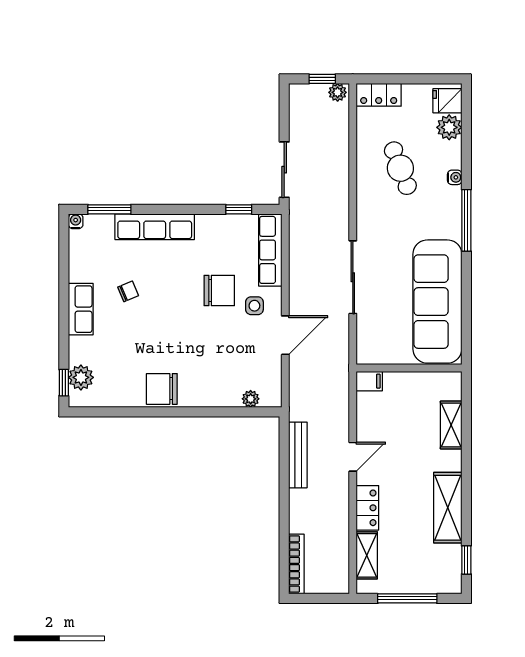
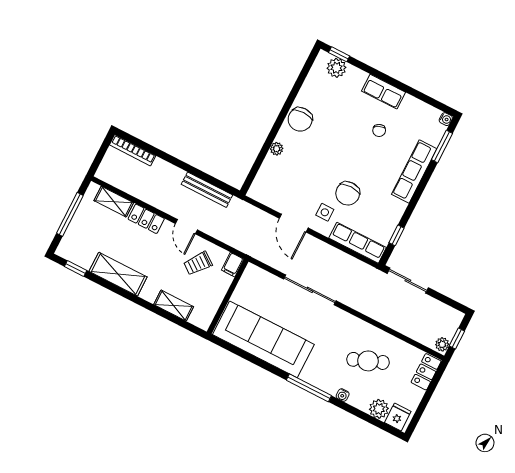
chair: (162, 389) -> (300, 119), turned 180
plant: (251, 399) -> (277, 149), moved
trolley: (388, 422) -> (198, 263), added

